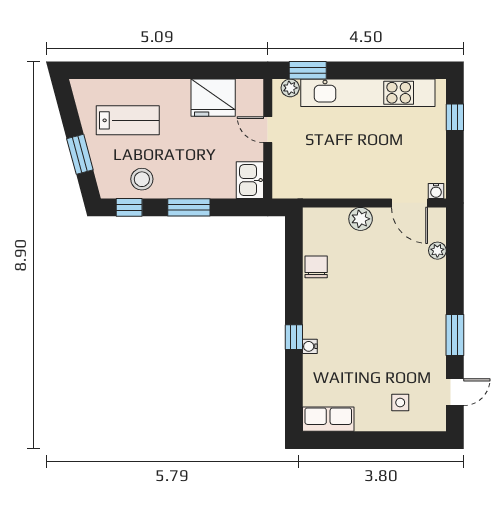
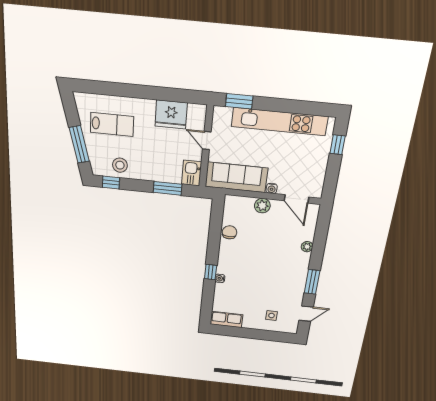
plant: (290, 88) -> (225, 113), removed
window: (80, 154) -> (79, 144), width x1.44
sofa: (317, 180) -> (236, 177), added
water cooler: (436, 191) -> (272, 188), moved
window: (189, 207) -> (168, 188), moved
plant: (437, 251) -> (307, 247), moved

